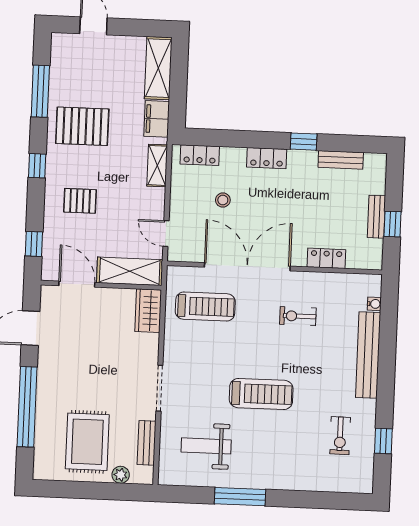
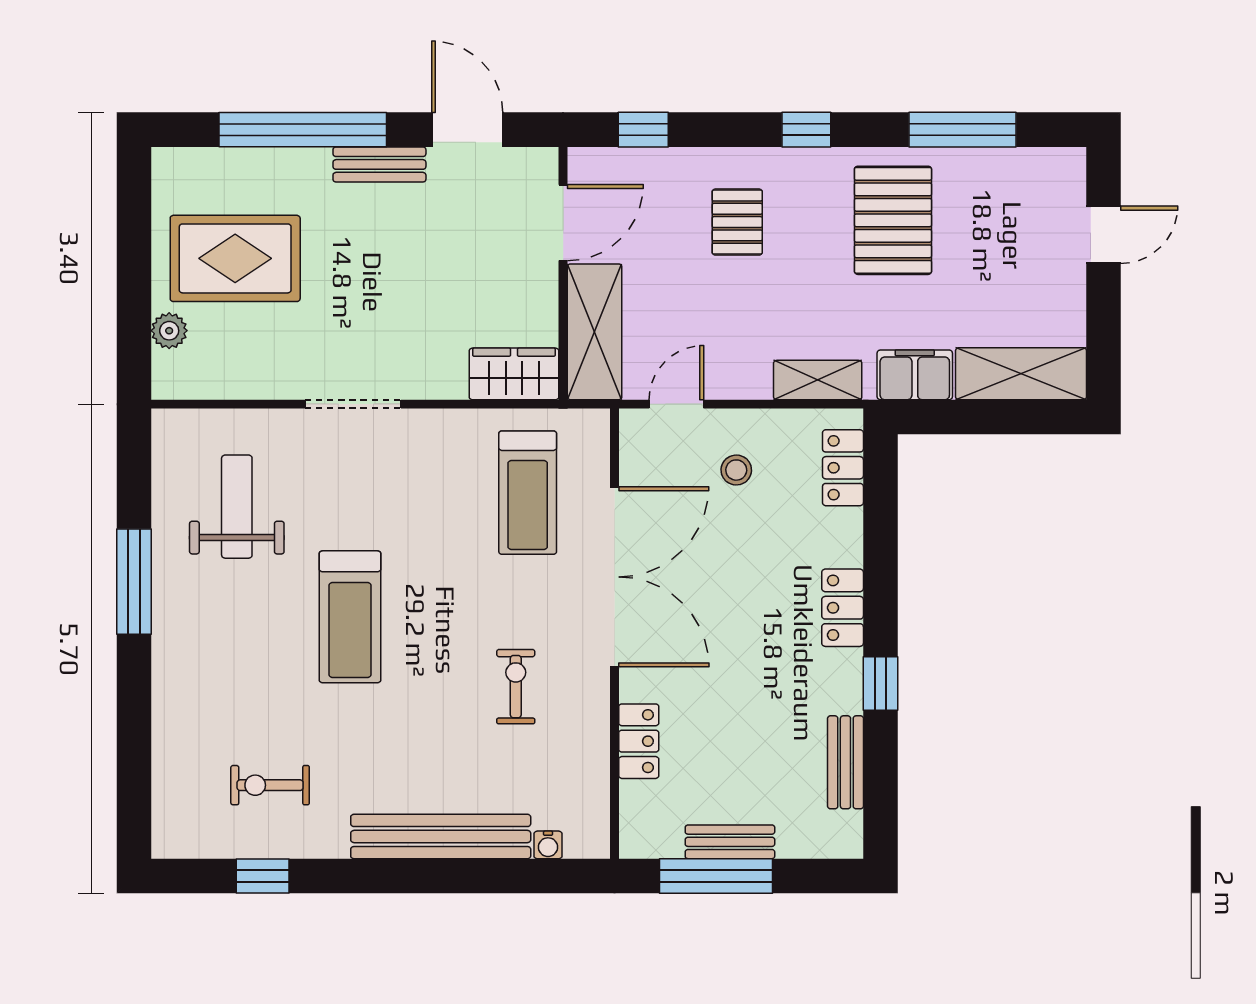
stool: (223, 200) -> (736, 470), moved
window: (393, 224) -> (716, 876), width x2.17
bench: (147, 443) -> (379, 164), moved

